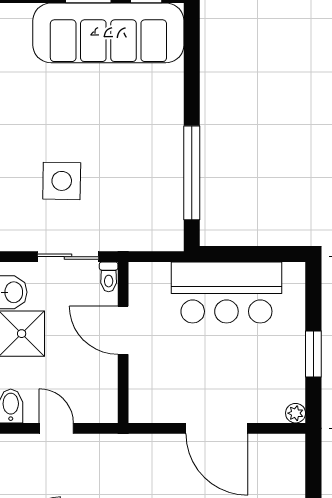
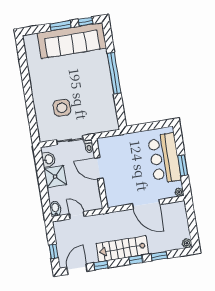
window: (192, 173) -> (114, 73), moved
bar counter: (226, 293) -> (165, 158), moved, turned 90

